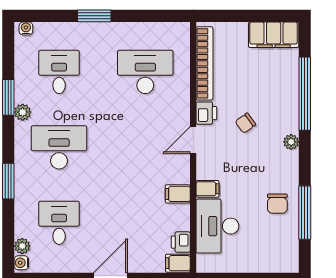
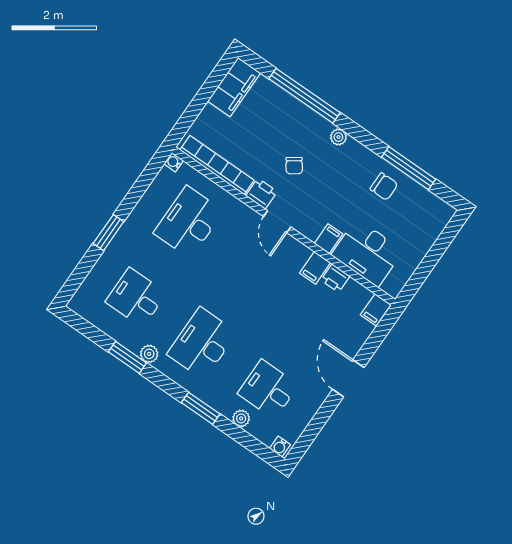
water cooler: (26, 29) -> (174, 162), moved
printer: (181, 242) -> (335, 278), moved
plant: (22, 246) -> (241, 418), moved

